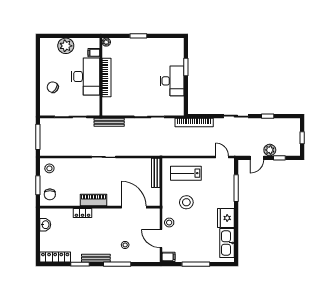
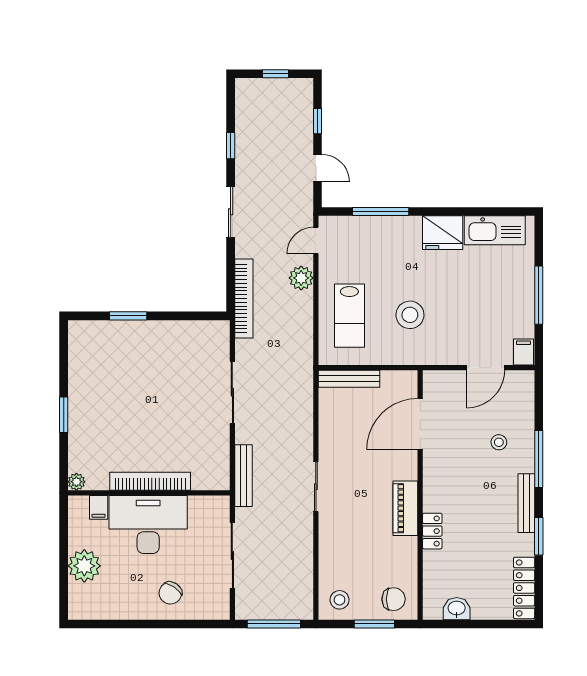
desk: (172, 81) -> (157, 345), removed
plant: (270, 150) -> (301, 278), moved
stool: (169, 223) -> (452, 351), removed

